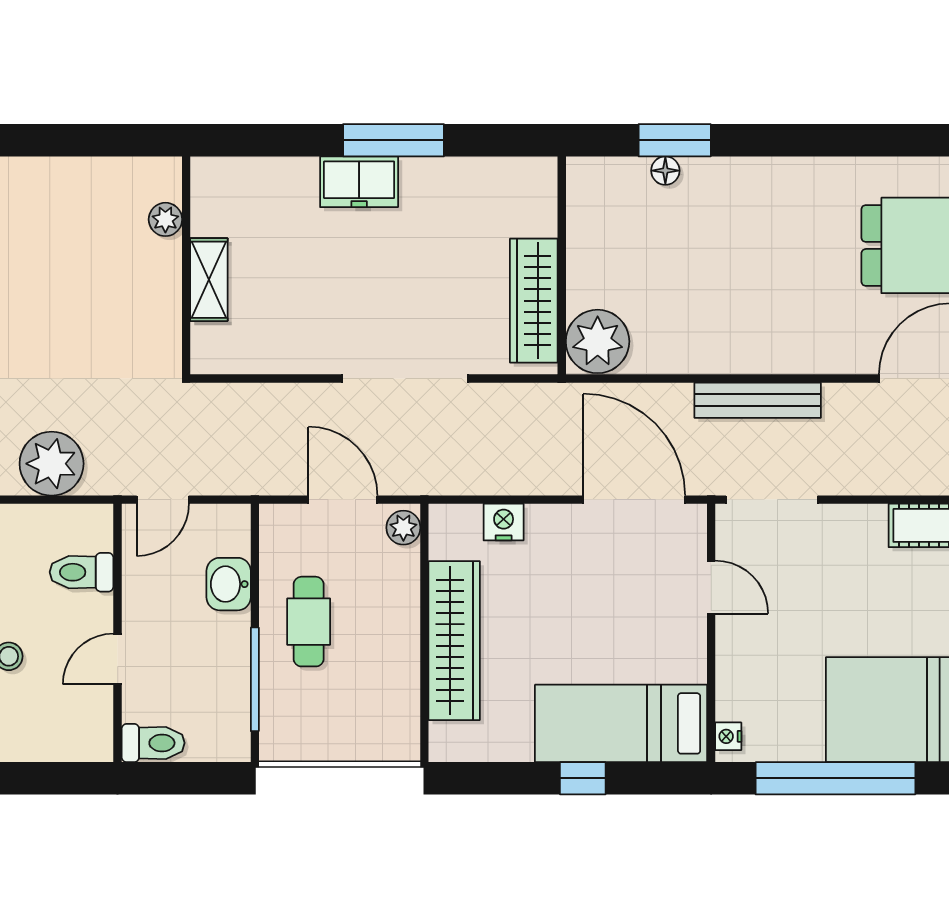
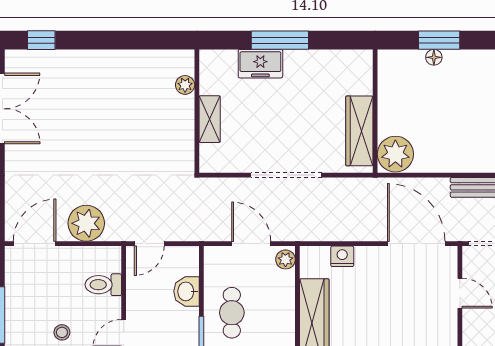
plant: (165, 219) -> (185, 85), moved
wall: (186, 265) -> (197, 111), moved
shelving: (209, 280) -> (210, 119), moved

